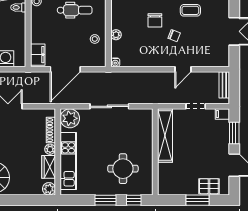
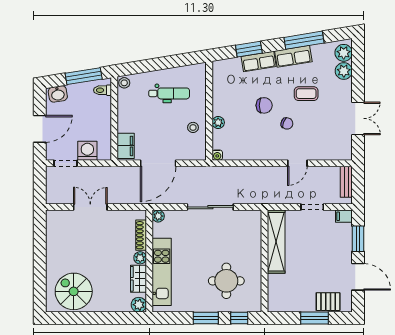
chair: (155, 20) -> (264, 105), turned -90
plant: (70, 118) -> (158, 216), width x0.53, depth x0.53

